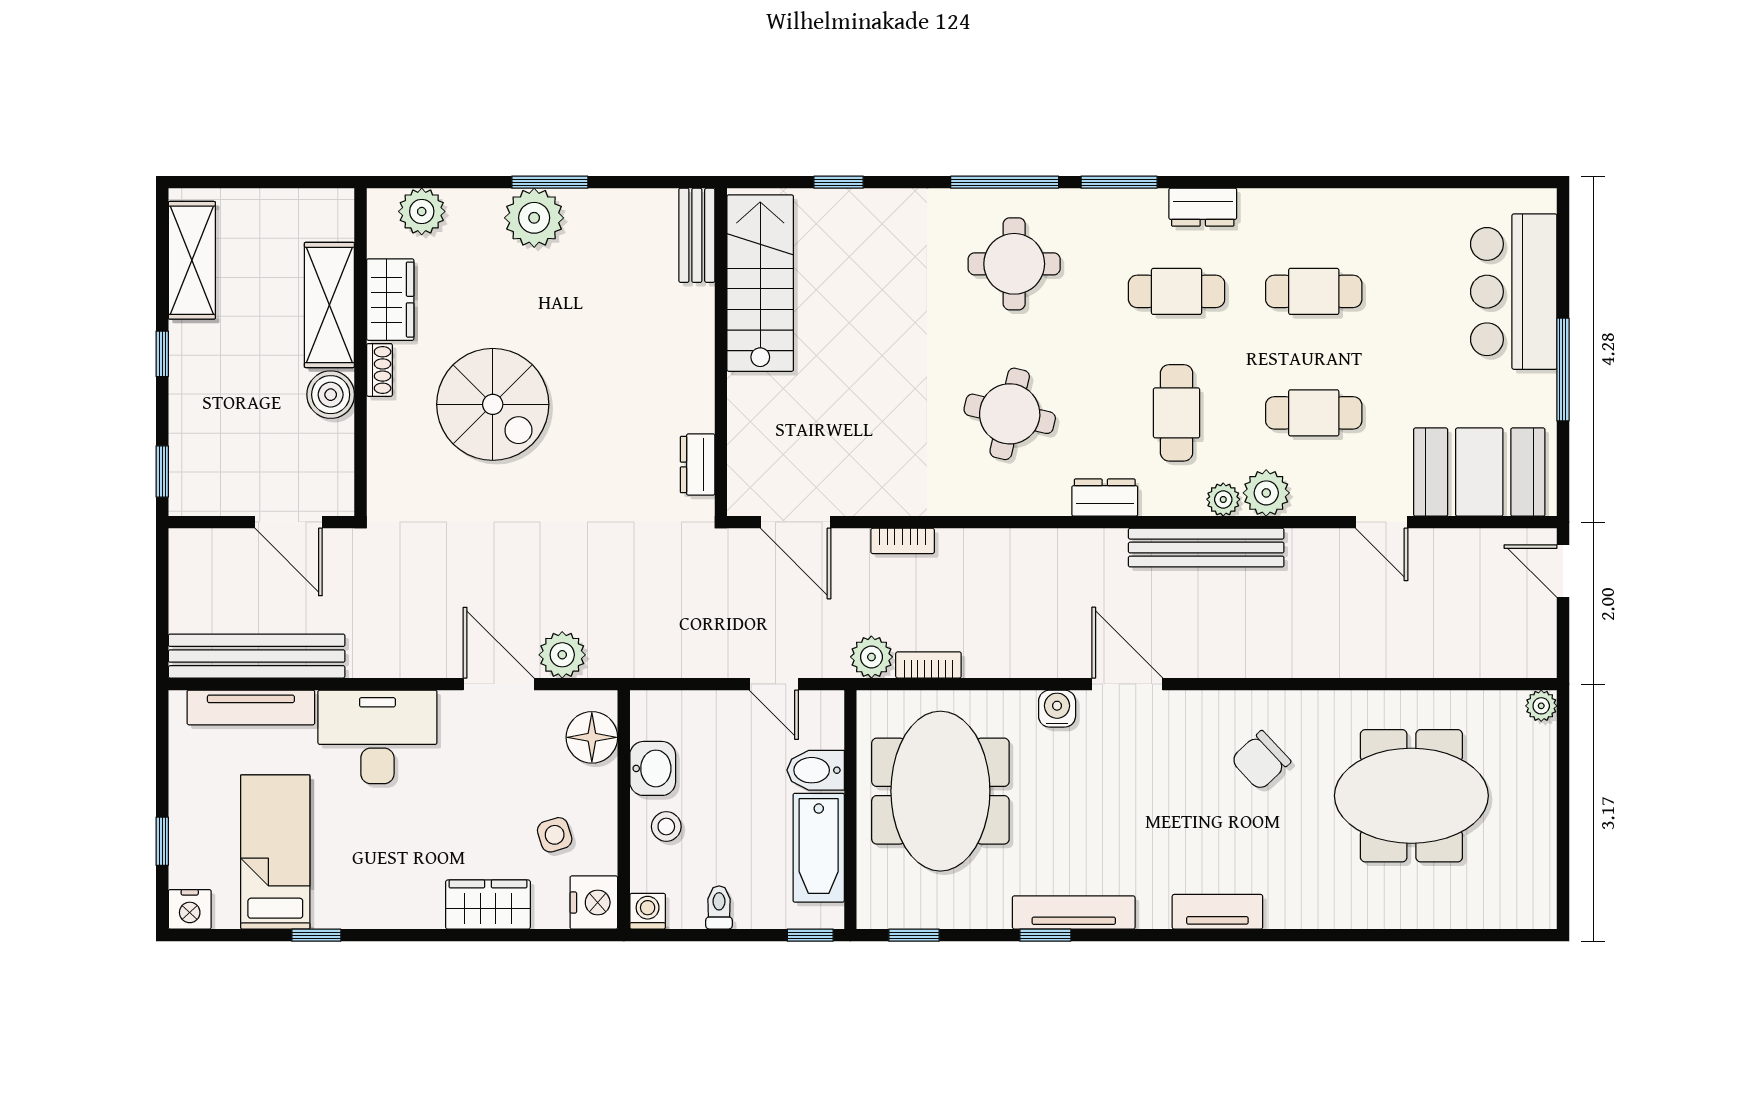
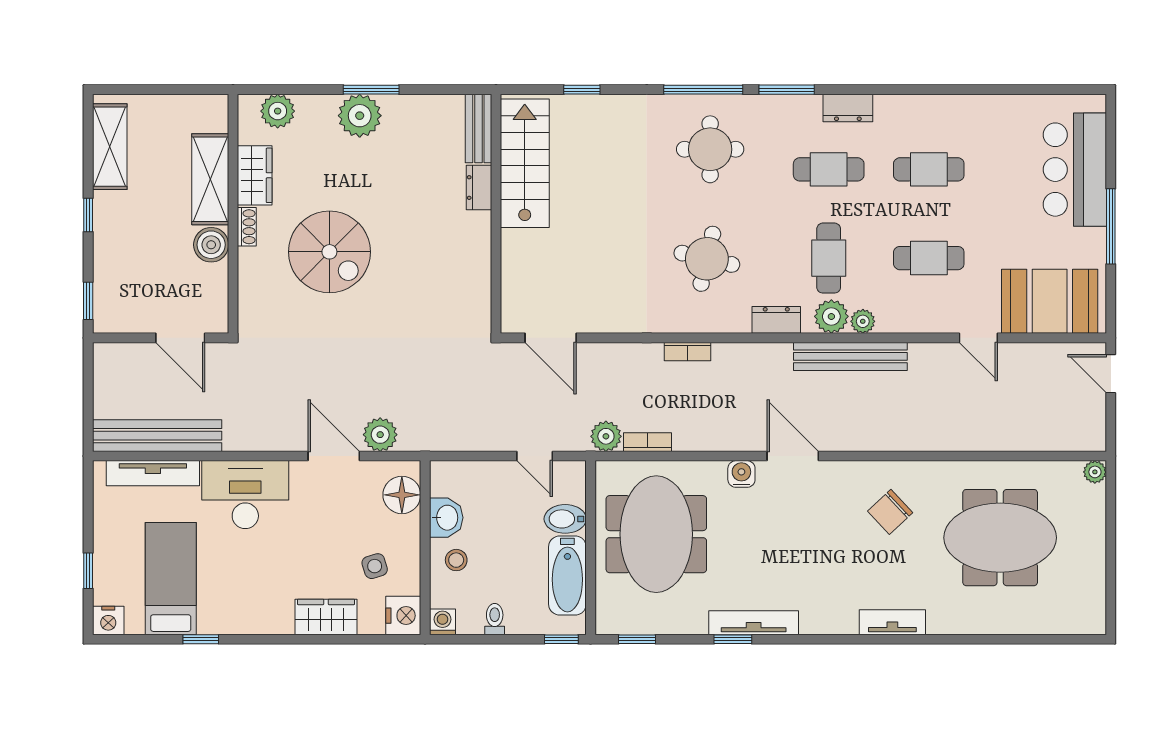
dresser: (698, 465) -> (479, 188), moved
plant: (1266, 493) -> (831, 316), moved
bookcase: (903, 541) -> (688, 352), moved
tv unit: (1217, 912) -> (892, 622), moved

